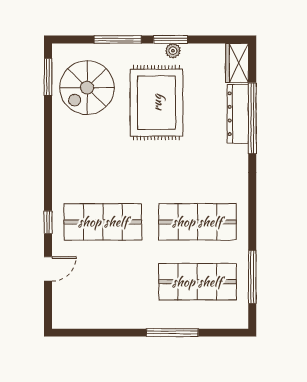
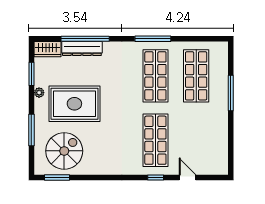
window: (170, 39) -> (31, 74), moved
spiral stairs: (87, 88) -> (64, 151), turned -90
window: (252, 277) -> (153, 39), moved

